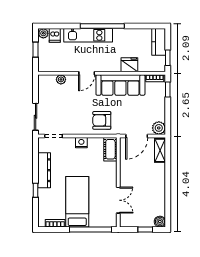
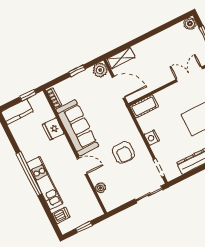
plant: (43, 33) -> (65, 227), removed
window: (168, 90) -> (77, 71), moved
armchair: (102, 120) -> (123, 152), moved

